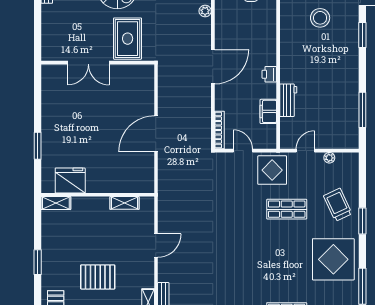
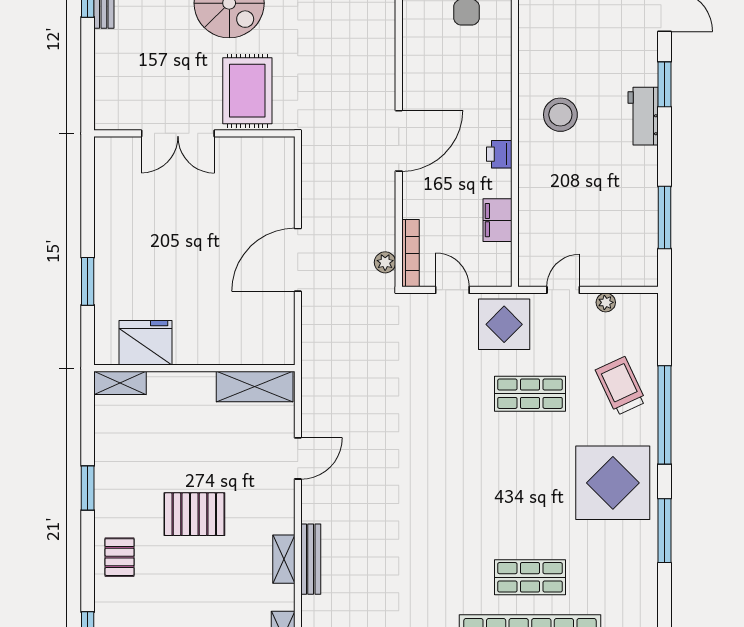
plant: (205, 11) -> (385, 262), moved
stool: (320, 18) -> (560, 115), moved
workbench: (288, 100) -> (643, 116), moved, turned 180
shelving: (124, 203) -> (255, 387), width x1.50, depth x1.33
window: (362, 221) -> (665, 415), width x2.11

